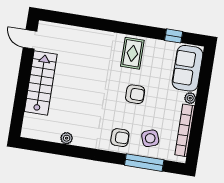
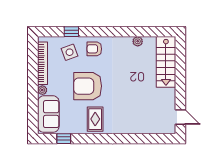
stairs: (41, 83) -> (166, 62), moved
armchair: (135, 94) -> (88, 86), width x1.88, depth x1.88
window: (144, 163) -> (71, 32), width x0.46

